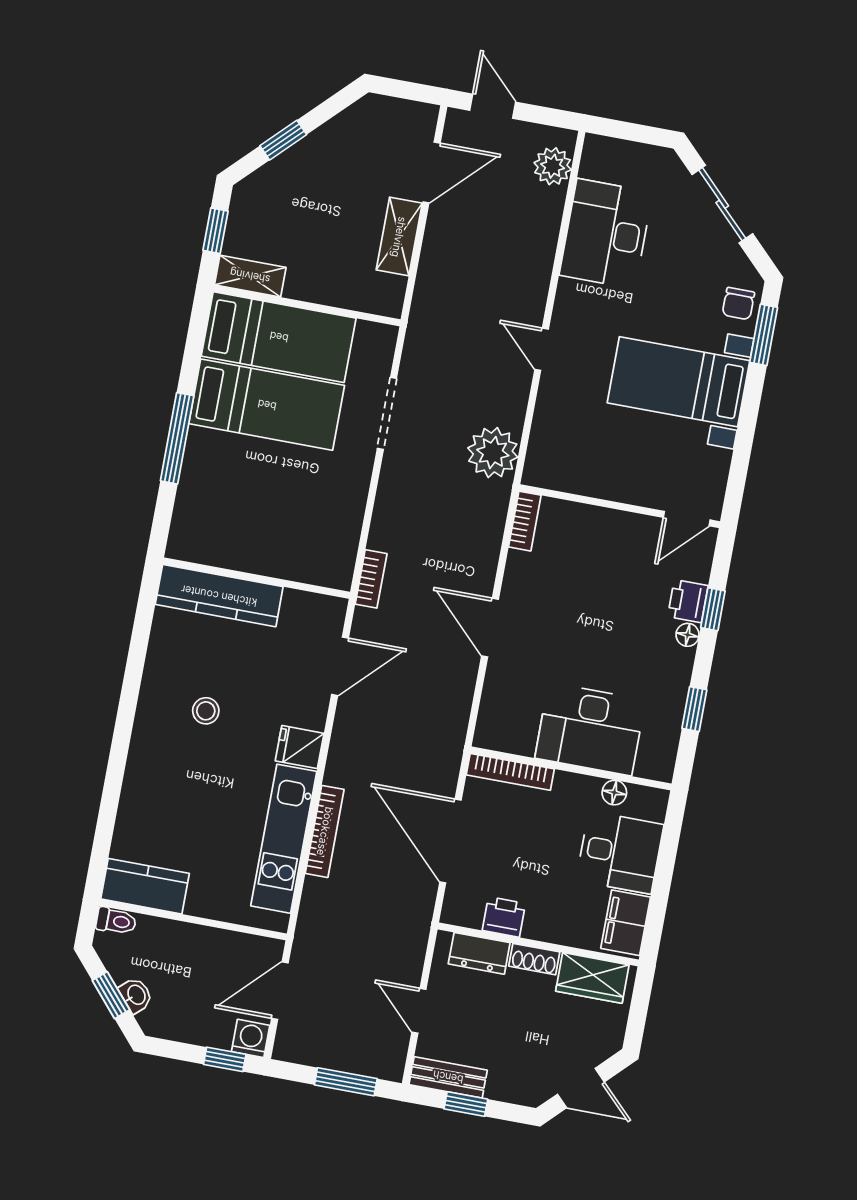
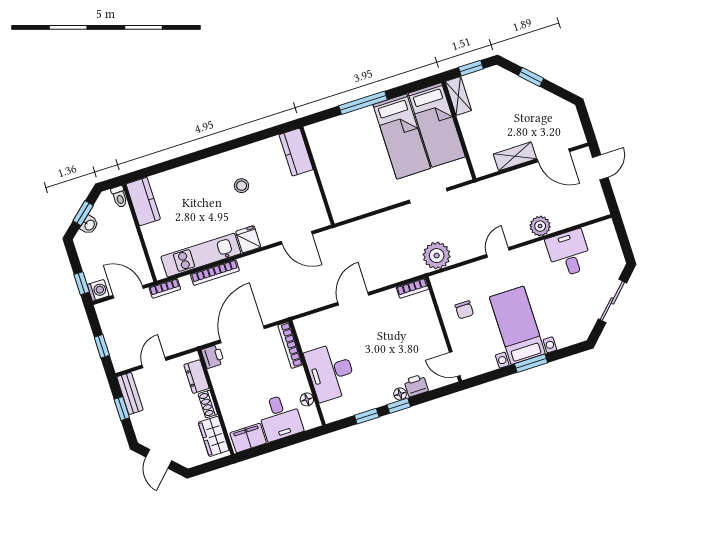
plant: (553, 166) -> (540, 226), moved
desk: (606, 234) -> (569, 253), width x0.73
chair: (738, 304) -> (464, 310), moved, turned -90
window: (764, 335) -> (531, 363), moved
bookcase: (371, 579) -> (165, 288), moved
kitchen counter: (219, 596) -> (296, 152), width x0.67
window: (713, 609) -> (399, 406), moved
printer: (504, 917) -> (213, 356), moved
window: (346, 1082) -> (102, 346), width x0.67

